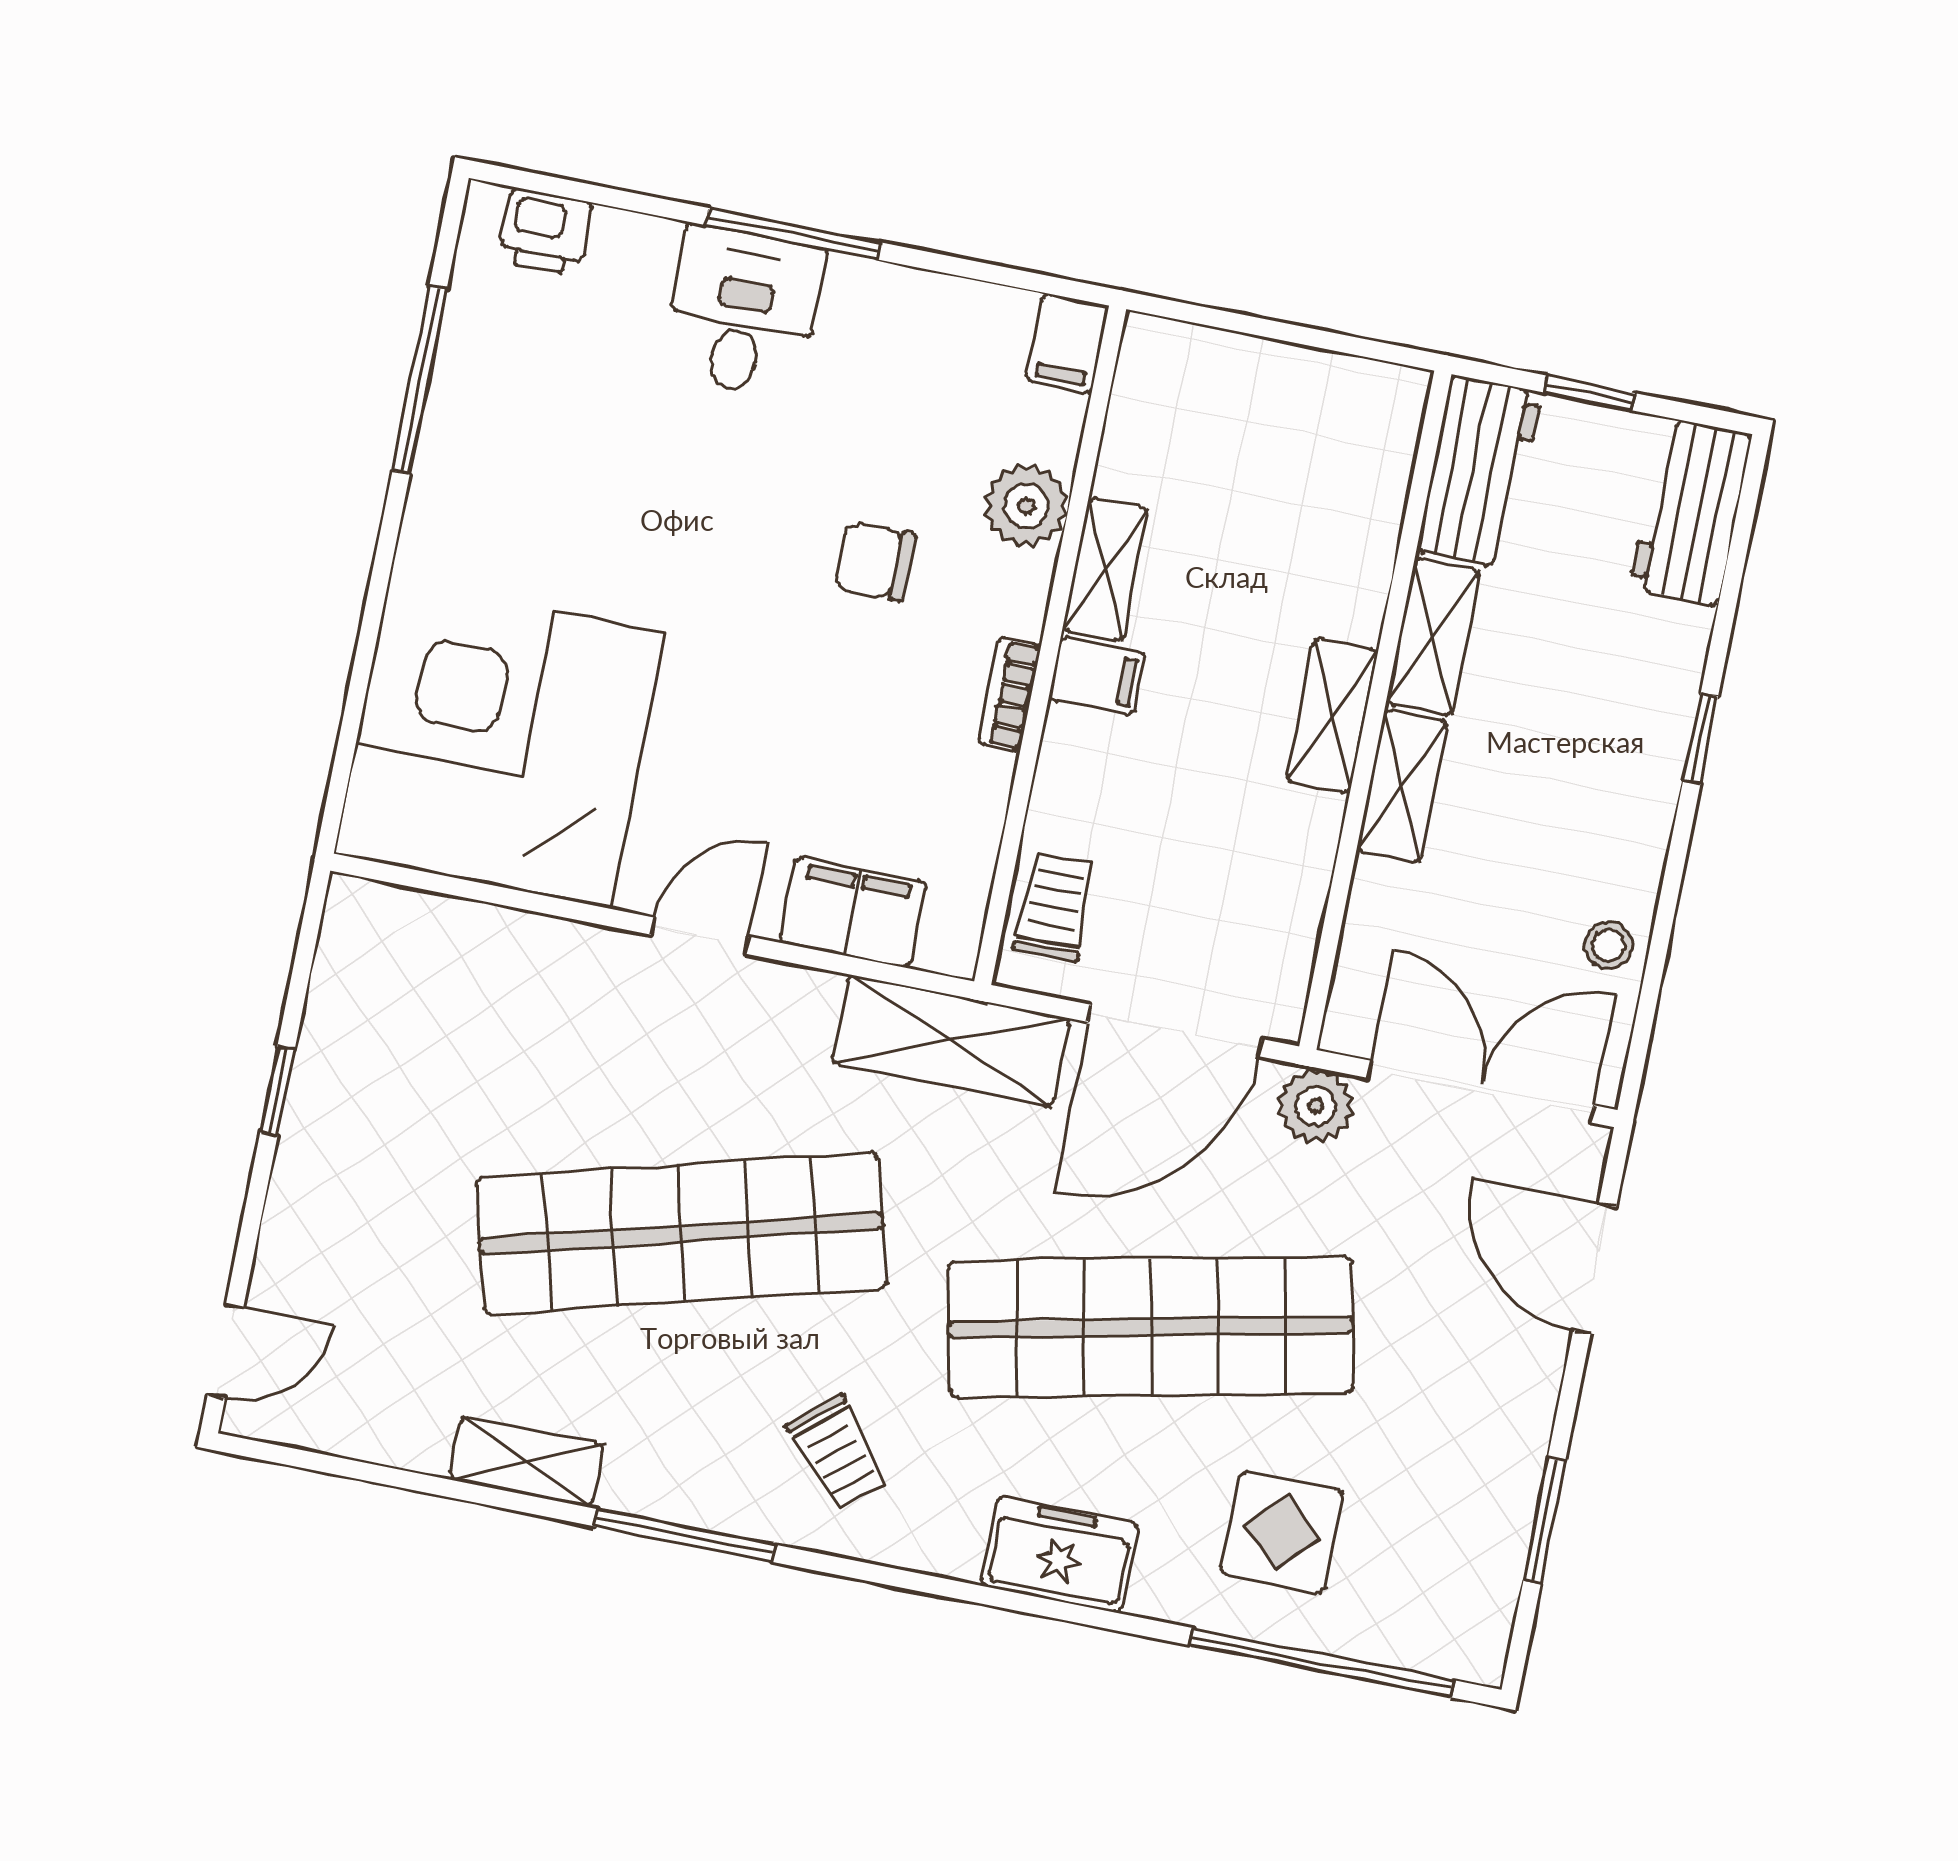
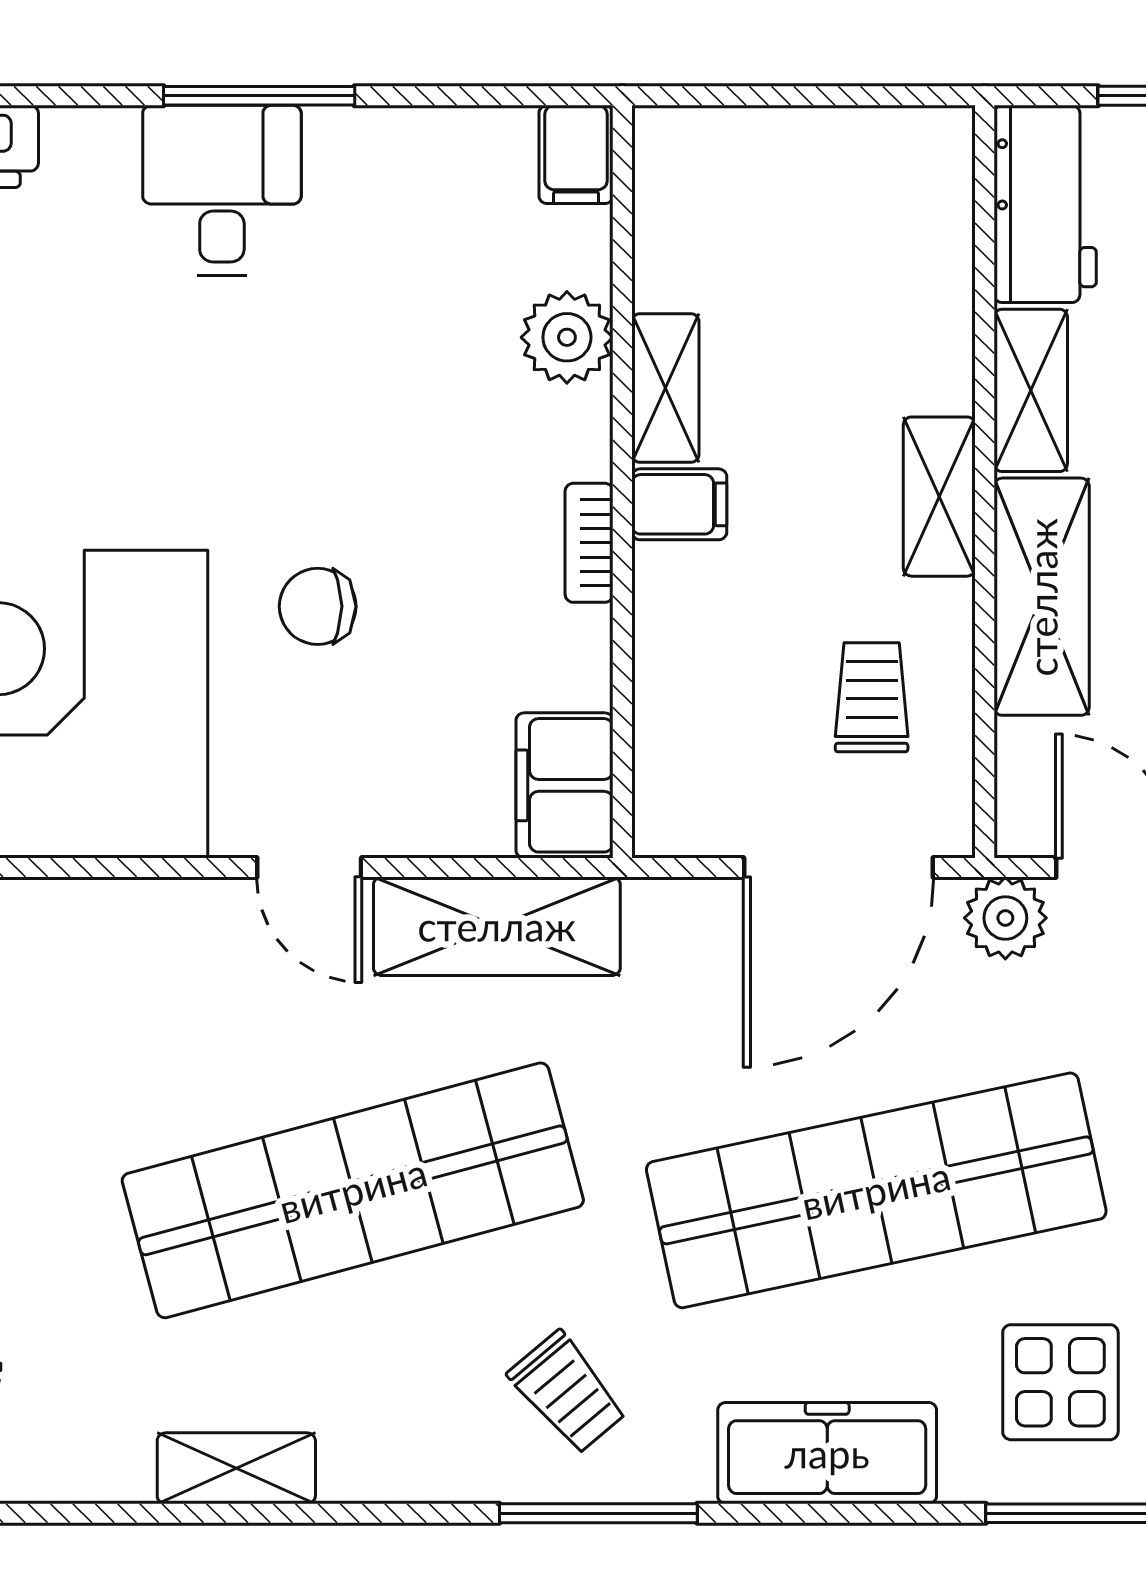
chair: (875, 561) -> (318, 606), moved
shelving: (1402, 786) -> (1042, 597), width x1.50, depth x1.33
trolley: (1055, 907) -> (872, 697), moved
filing cabinet: (853, 912) -> (564, 785), moved, turned -90
door: (700, 936) -> (309, 868), swing flipped
shelving: (951, 1041) -> (497, 926), moved
window: (684, 1535) -> (598, 1513), moved
freezer: (1060, 1554) -> (827, 1453), width x1.40

